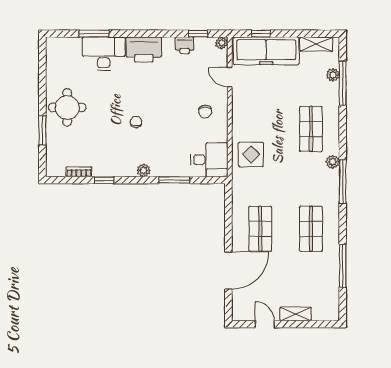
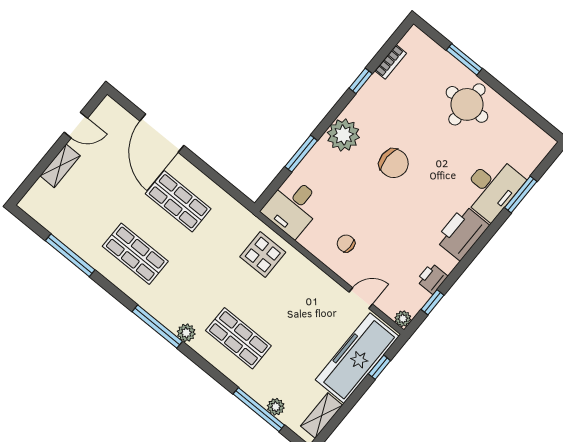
chair: (136, 122) -> (394, 163), width x1.87, depth x1.87
plant: (144, 170) -> (343, 135), width x1.87, depth x1.87

